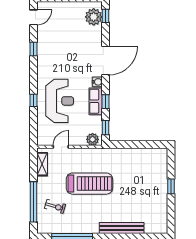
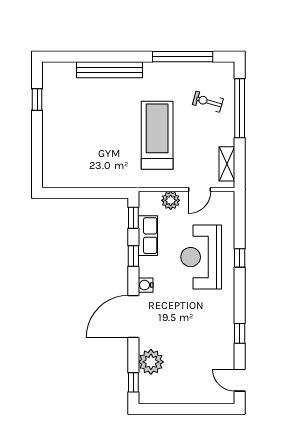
door: (33, 17) -> (240, 380), hinge flipped
plant: (94, 17) -> (151, 362), moved
row of seats: (96, 101) -> (148, 236), moved
plant: (93, 139) -> (171, 200), moved
treadmill: (89, 184) -> (157, 135), turned 90
window: (171, 186) -> (37, 99), moved

